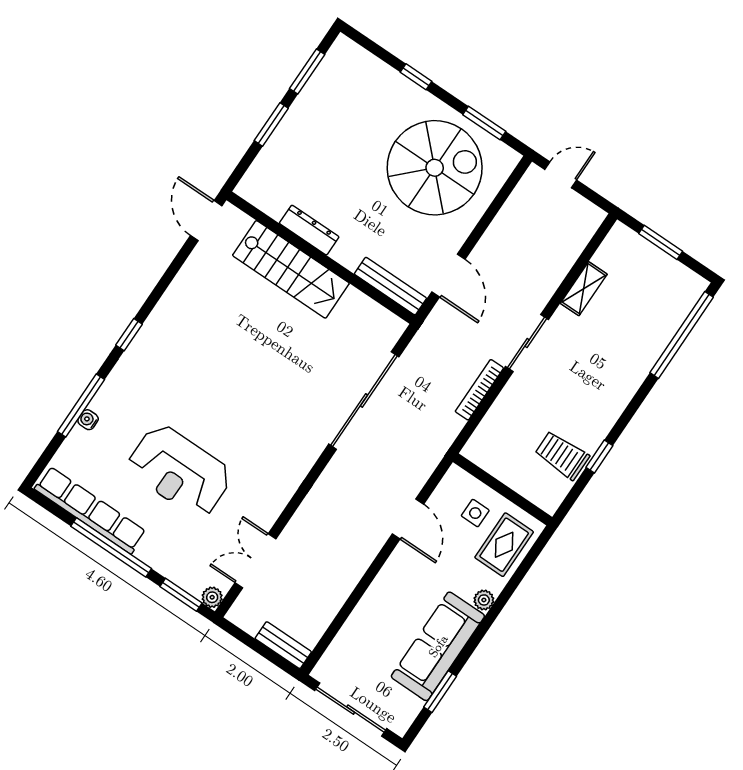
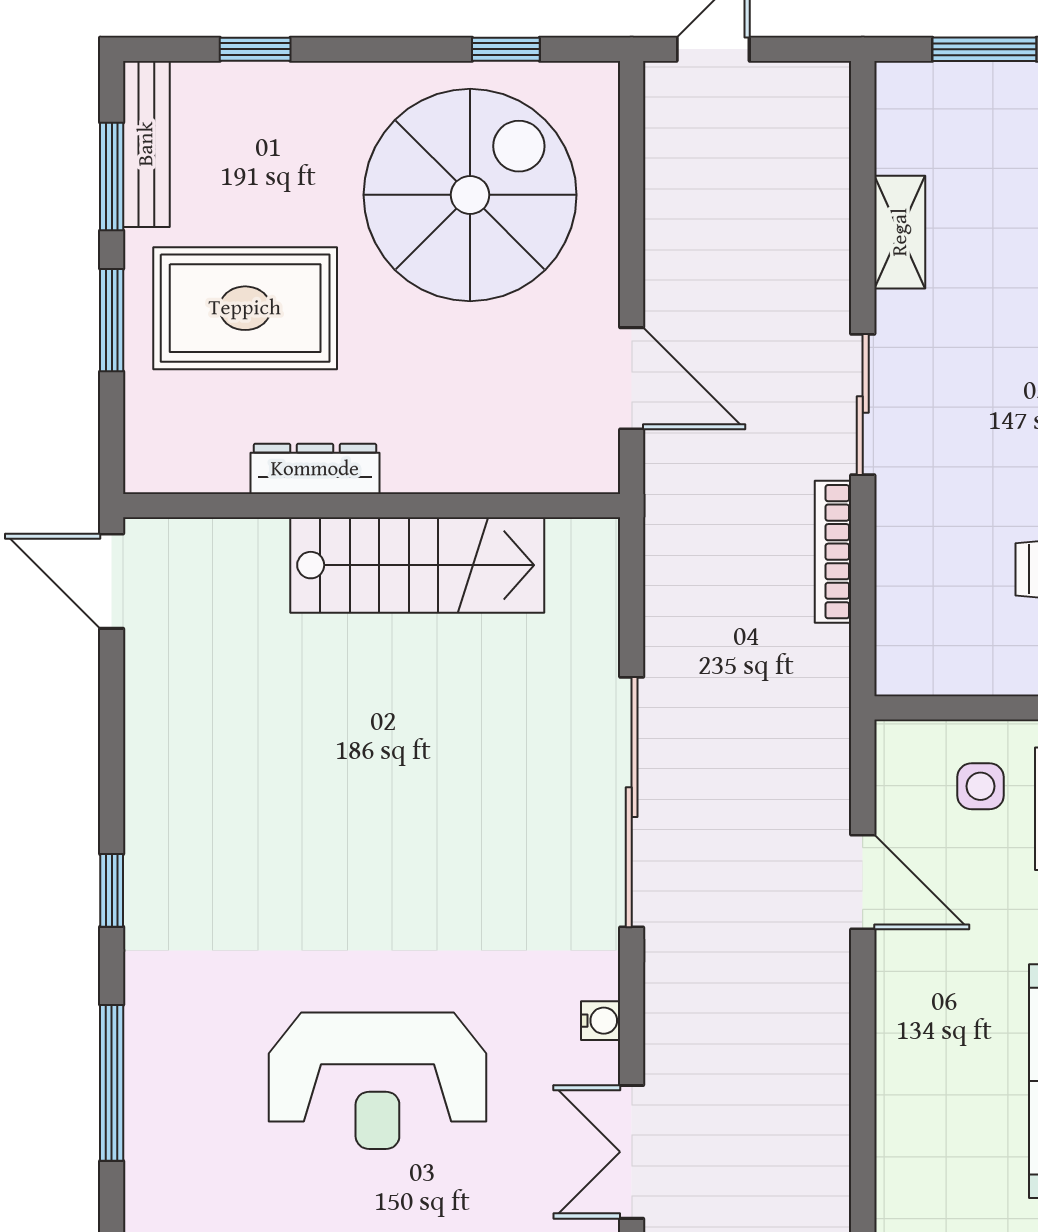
window: (416, 77) -> (255, 49), moved
window: (484, 123) -> (506, 49), width x0.67
rug: (323, 153) -> (245, 308), added
stairs: (291, 269) -> (417, 565), moved
bench: (390, 286) -> (146, 144), moved, turned 90
sliding door: (364, 400) -> (632, 802), moved
water cooler: (88, 420) -> (601, 1021), moved, turned 180

